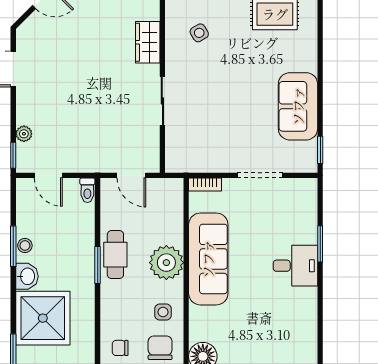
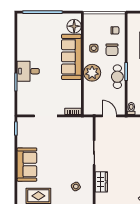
sofa: (298, 106) -> (27, 165), moved
sofa: (208, 259) -> (71, 57), moved
chair: (160, 348) -> (112, 50), moved

